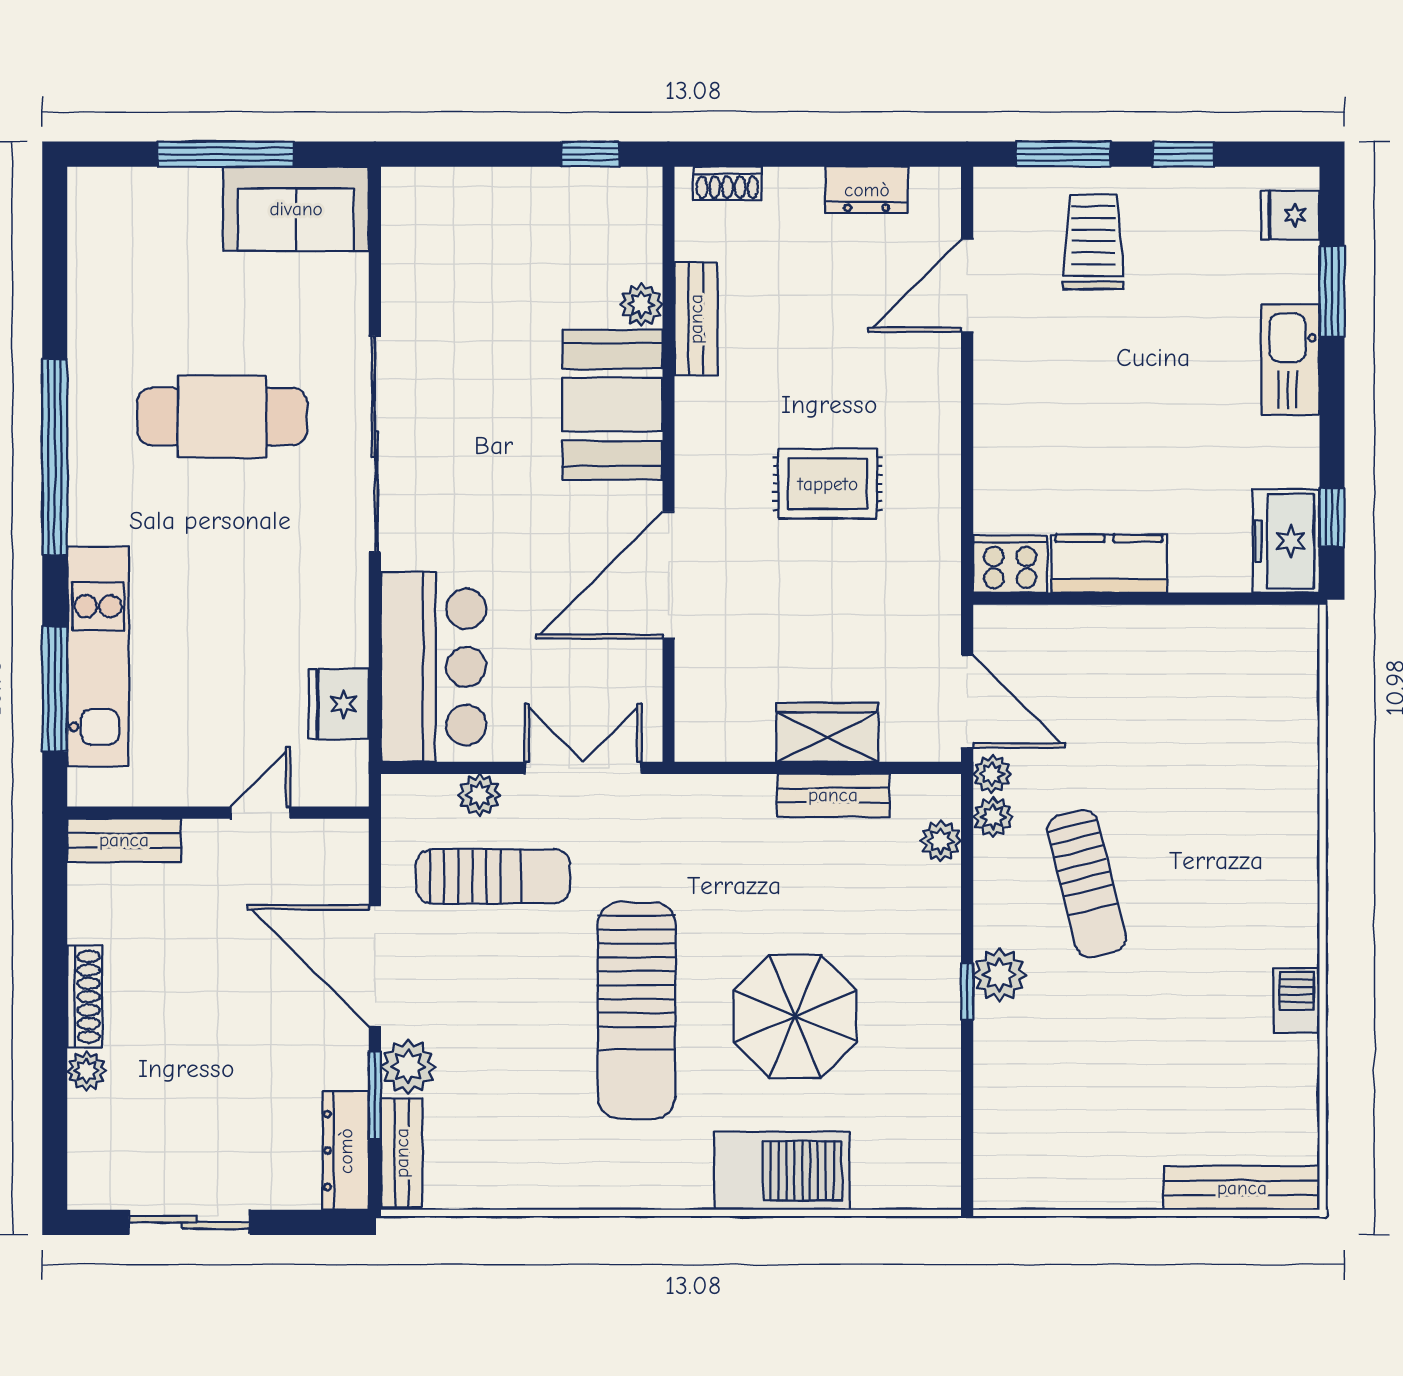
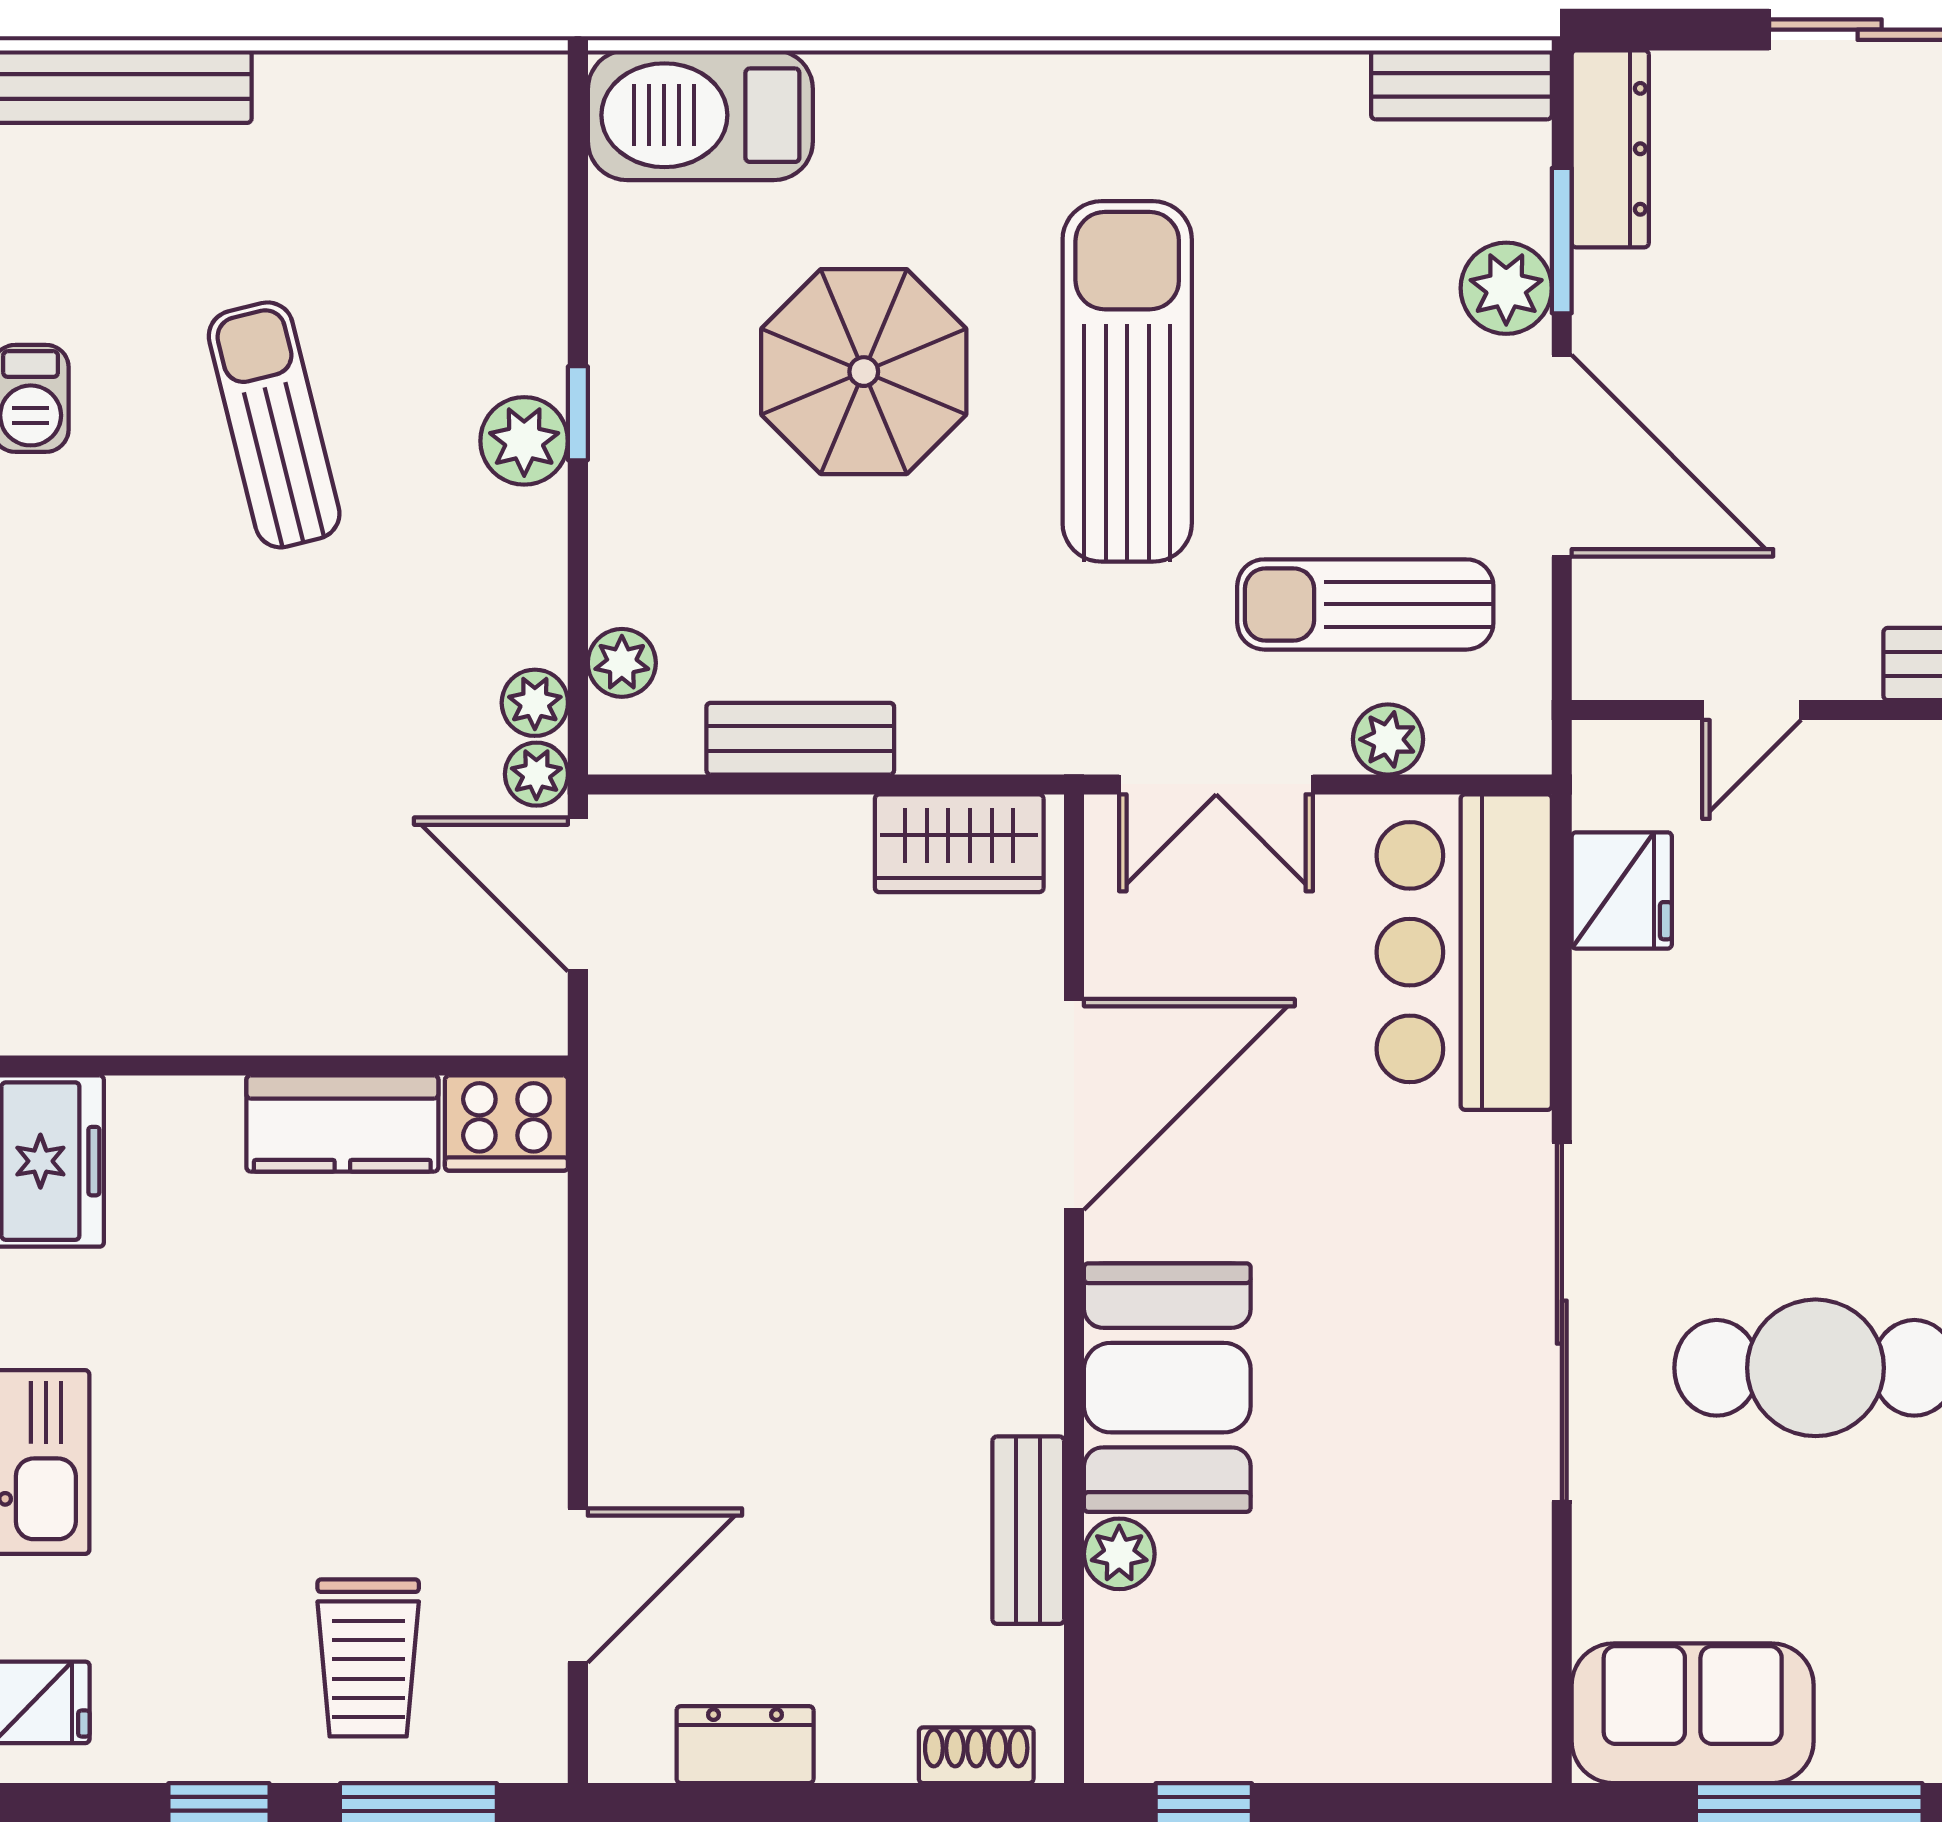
rug: (828, 484) -> (810, 1256), removed
wardrobe: (827, 732) -> (959, 843), moved
sun lounger: (1087, 884) -> (274, 425), moved
bench: (402, 1153) -> (1461, 85), moved, turned 90
barbecue: (782, 1171) -> (700, 115), moved

